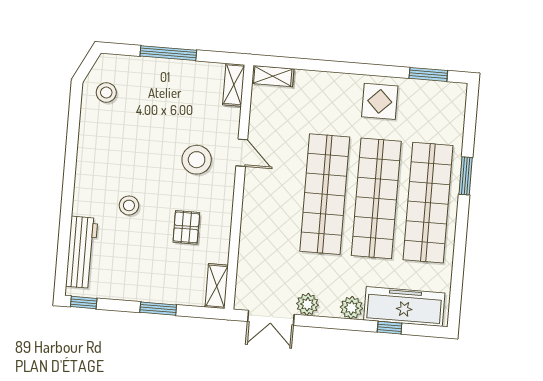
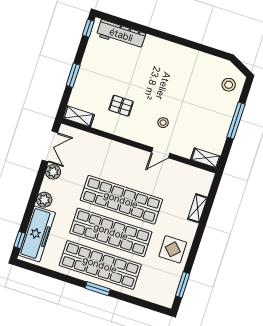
shelving: (273, 76) -> (197, 208), moved
stool: (106, 93) -> (229, 85), moved
stool: (197, 160) -> (163, 123), width x0.53, depth x0.53
window: (466, 176) -> (98, 289), moved
stool: (129, 205) -> (144, 72), removed
double door: (271, 318) -> (50, 146), swing flipped
window: (390, 328) -> (20, 240), moved

